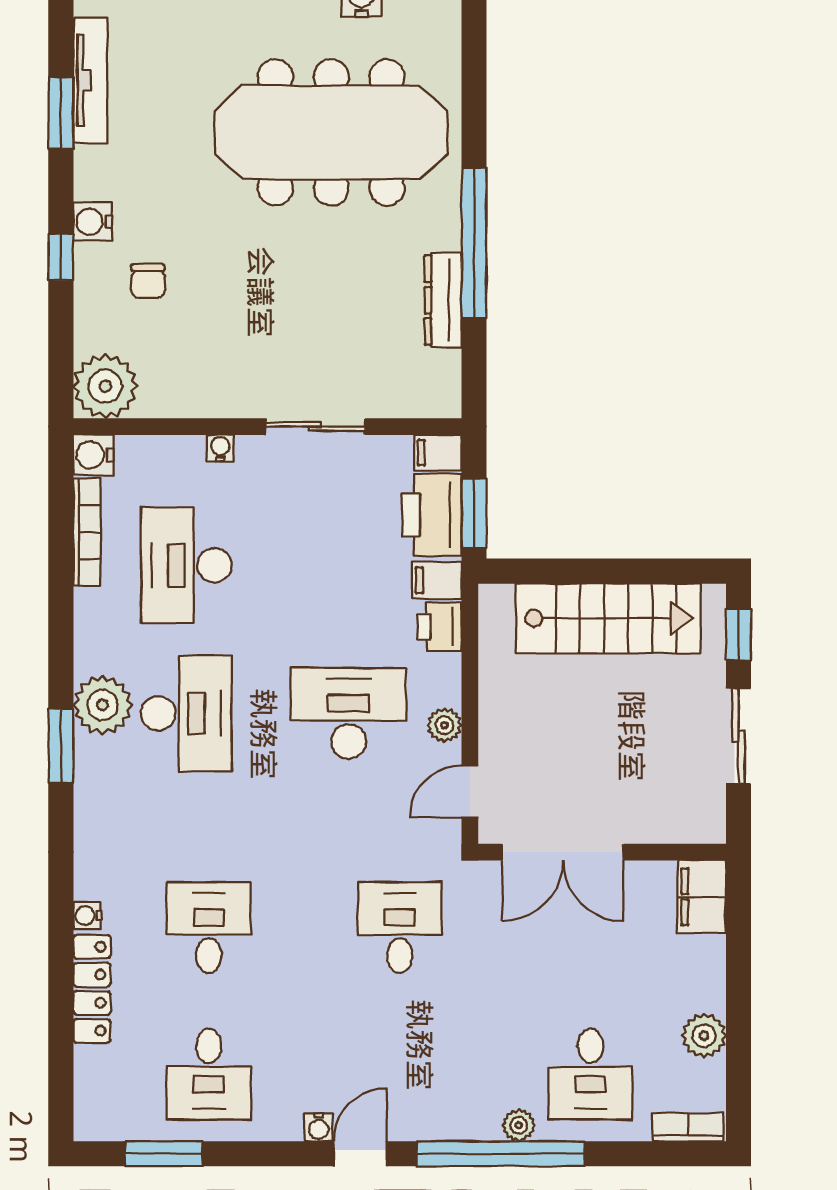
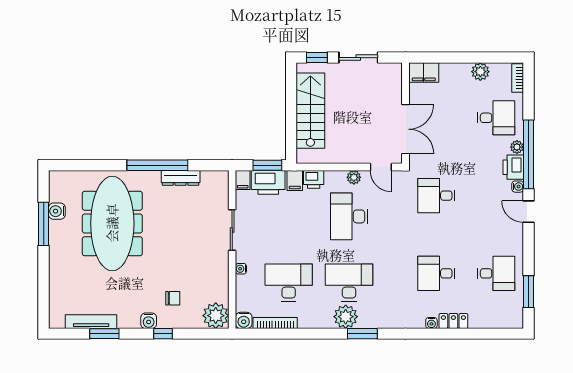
desk: (186, 565) -> (289, 283), turned 180
locker: (92, 989) -> (453, 321), width x0.66
printer: (469, 1116) -> (513, 167), added
water cooler: (319, 1127) -> (518, 187), moved

